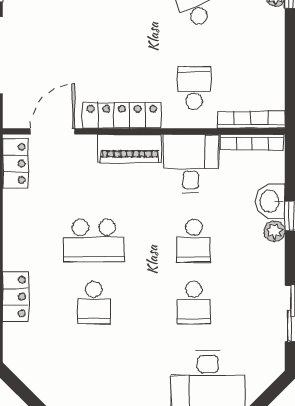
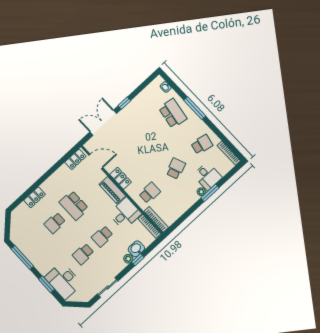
locker: (122, 115) -> (120, 178), width x0.66

